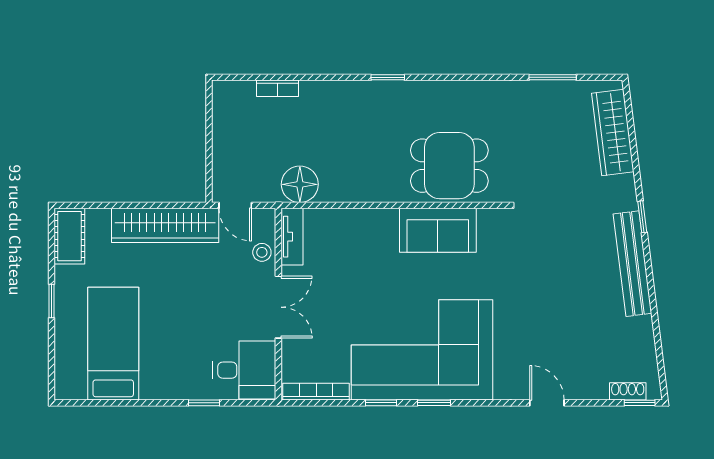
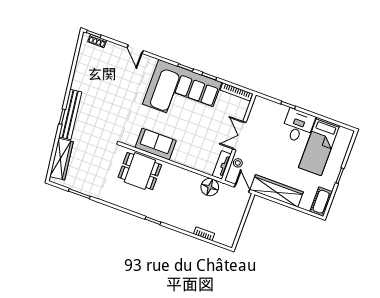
bench: (632, 264) -> (70, 114), moved
desk: (244, 370) -> (298, 126), moved, turned 90

